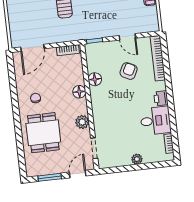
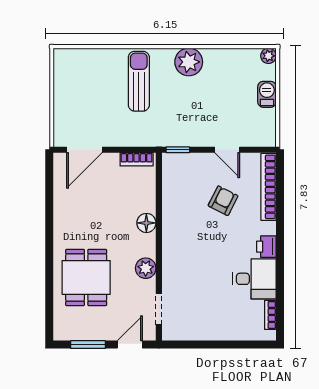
floor lamp: (95, 79) -> (172, 207), removed
chair: (36, 98) -> (81, 225), removed
plant: (137, 159) -> (220, 333), removed

